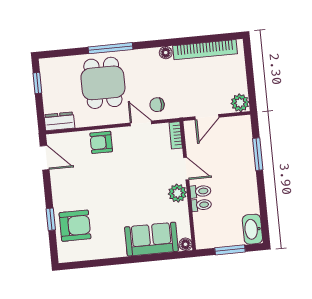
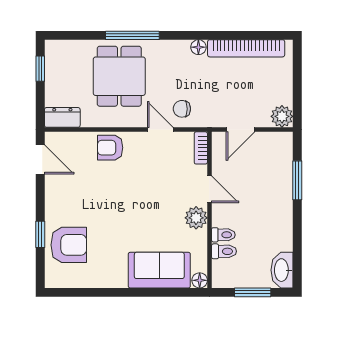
toilet: (200, 191) -> (224, 251), moved

